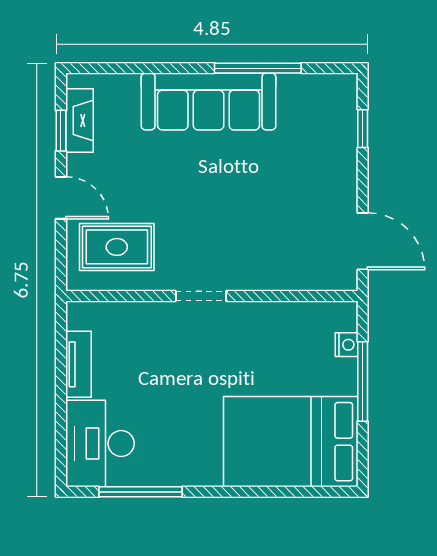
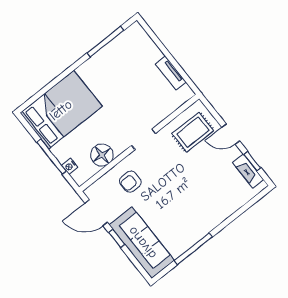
sofa: (209, 101) -> (142, 243), moved, turned 90
window: (363, 129) -> (117, 238), moved
armchair: (272, 248) -> (130, 181), added
floor lamp: (284, 323) -> (102, 155), added
desk: (100, 443) -> (137, 48), removed

